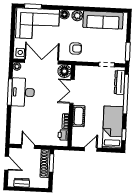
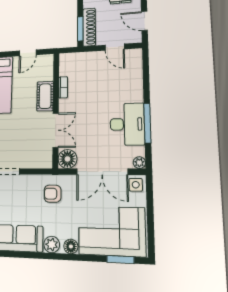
printer: (63, 135) -> (66, 68), removed

